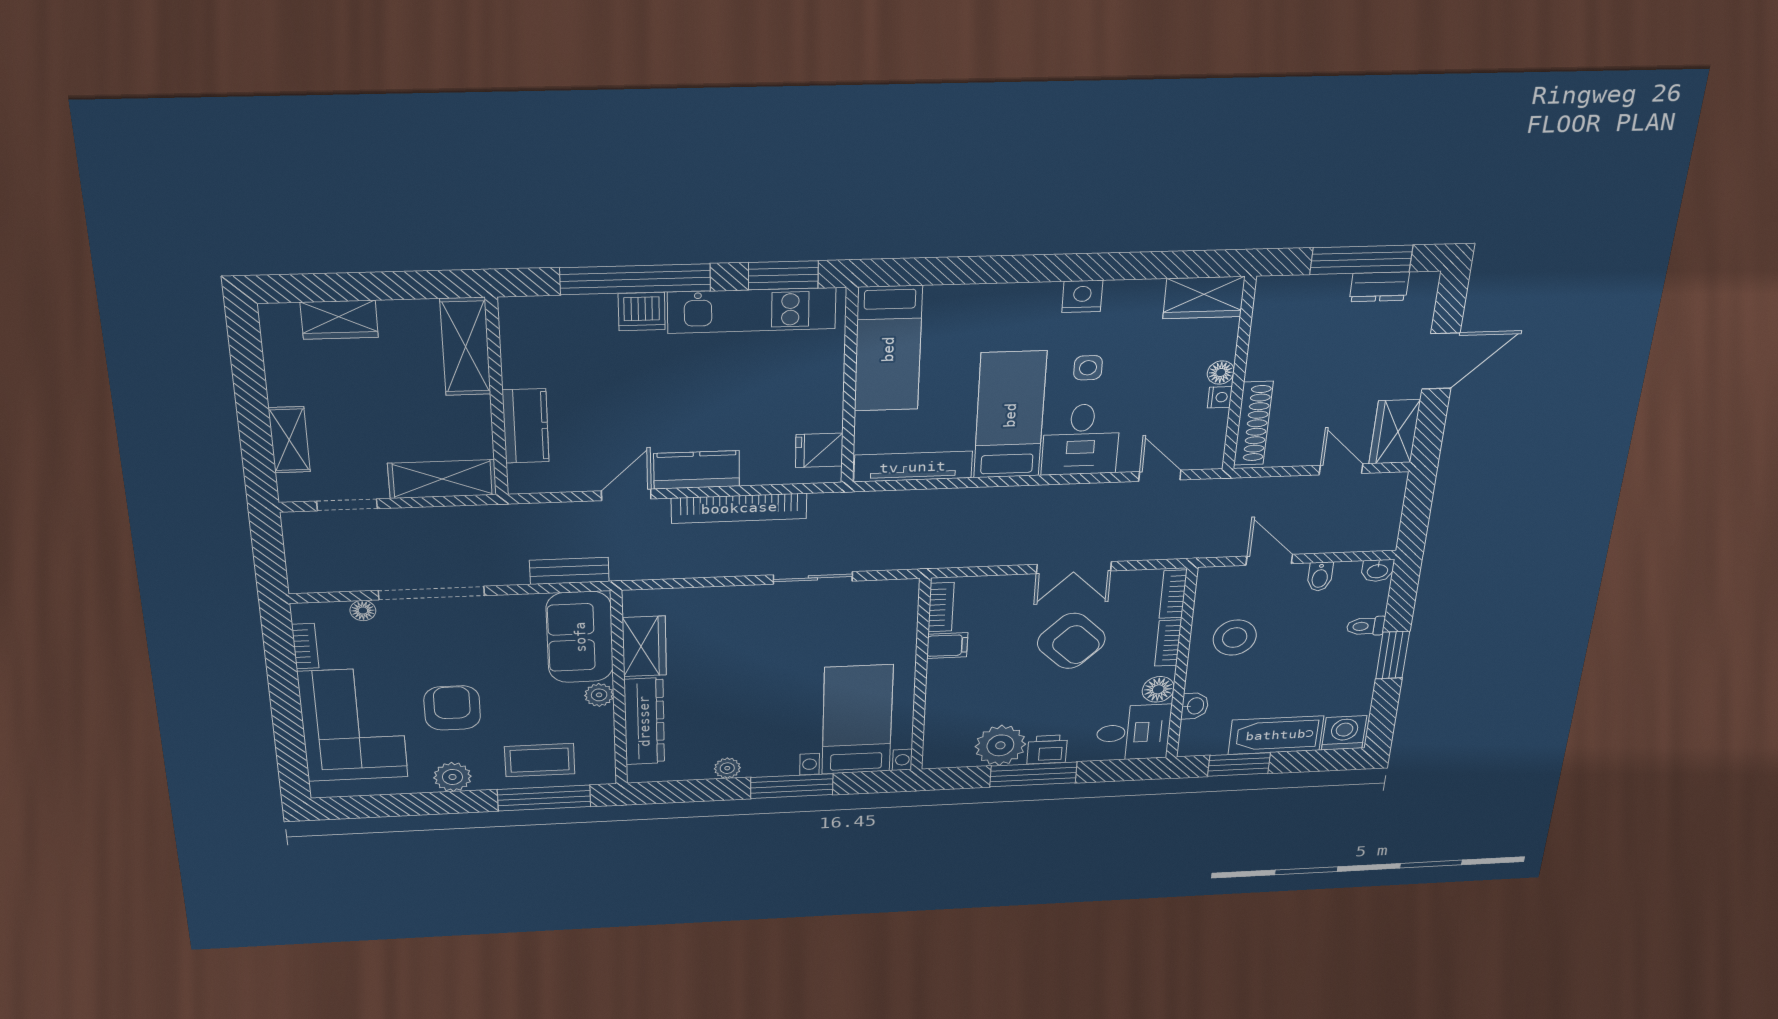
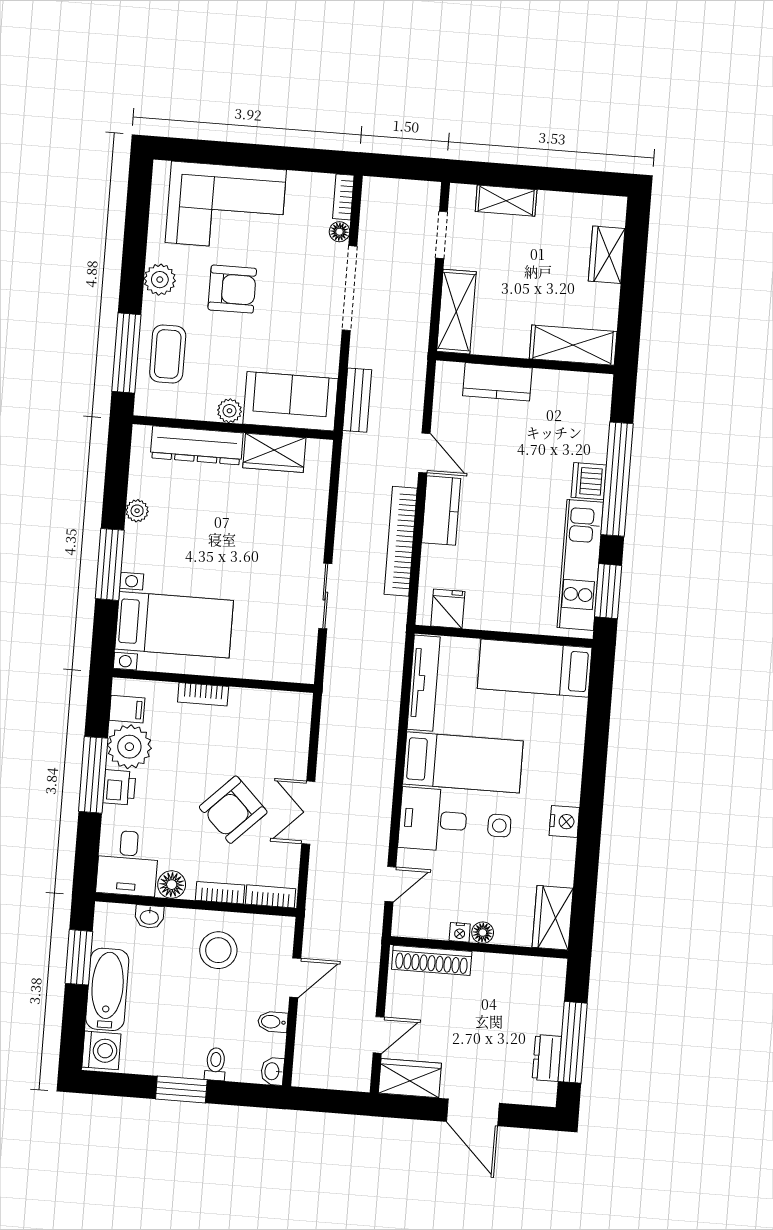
bookcase: (941, 607) -> (203, 694), moved
bookcase: (305, 646) -> (343, 197), moved, turned 90
filing cabinet: (947, 646) -> (127, 709), moved, turned -90

